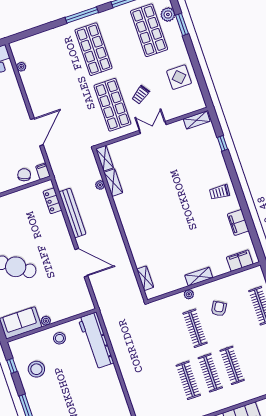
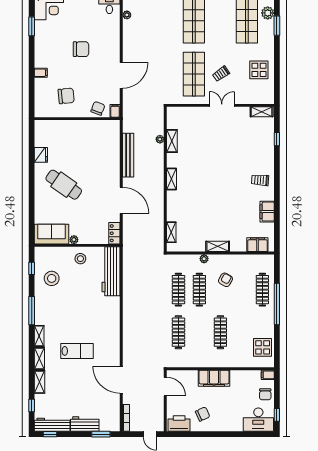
shelving: (105, 158) -> (172, 179), moved
locker: (52, 201) -> (114, 233), moved
clothes rail: (210, 373) -> (178, 290), moved

